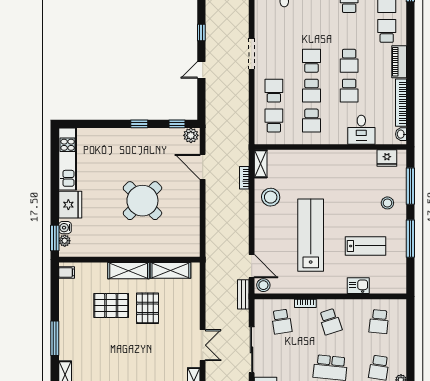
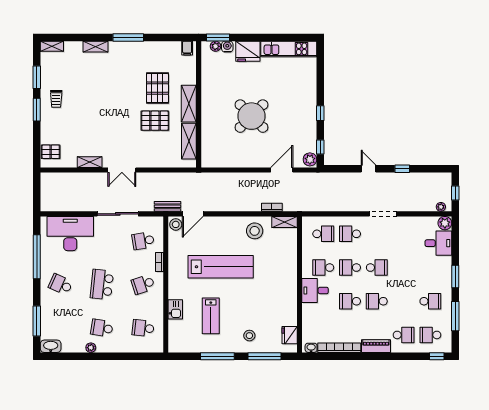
school desk: (274, 91) -> (350, 234), turned 180
desk: (361, 130) -> (315, 290), moved

